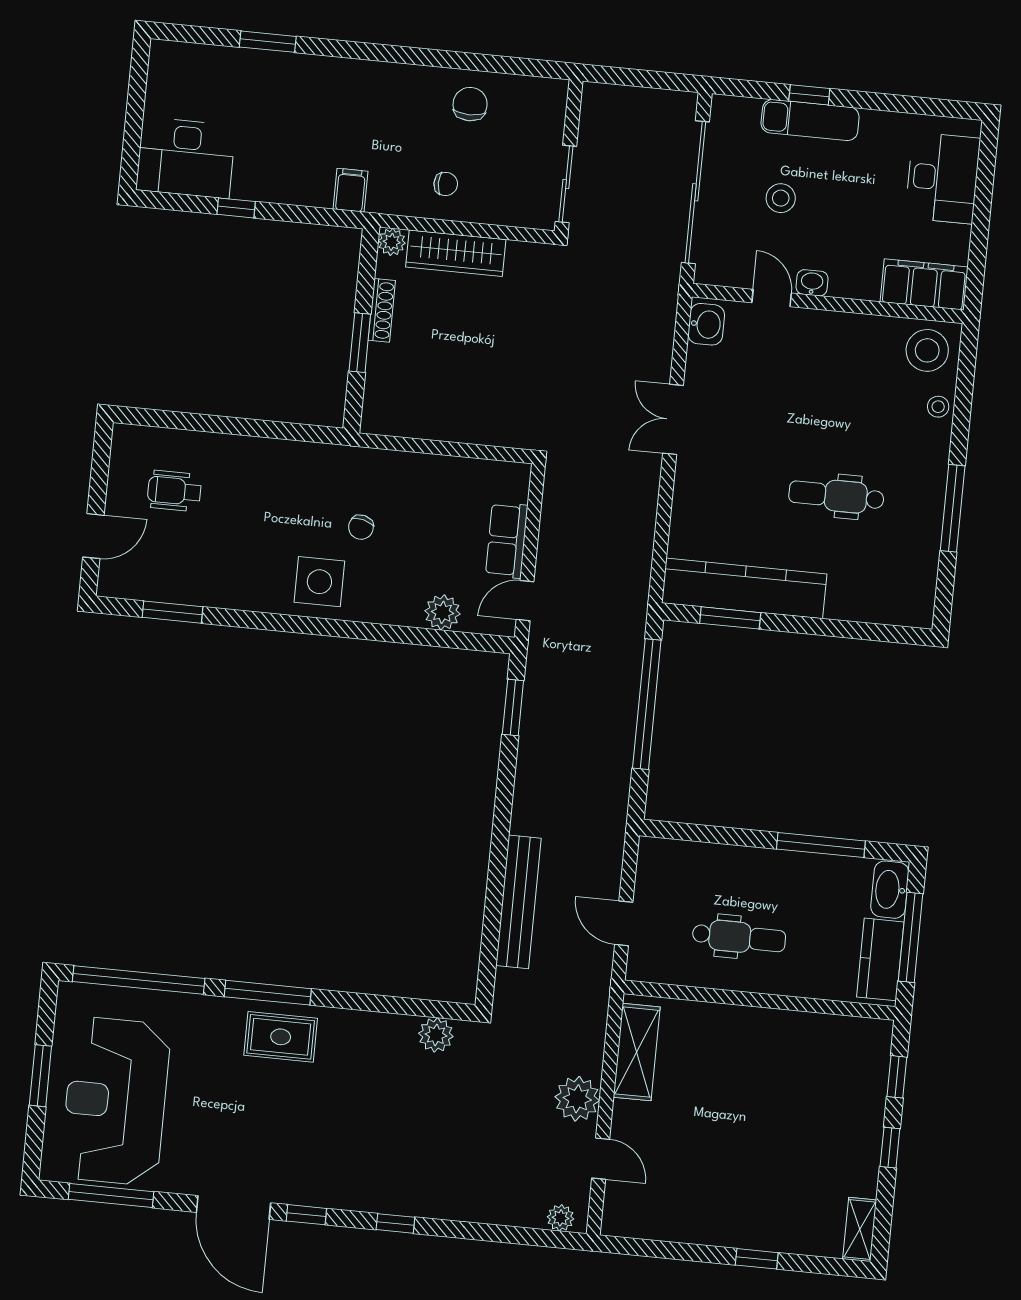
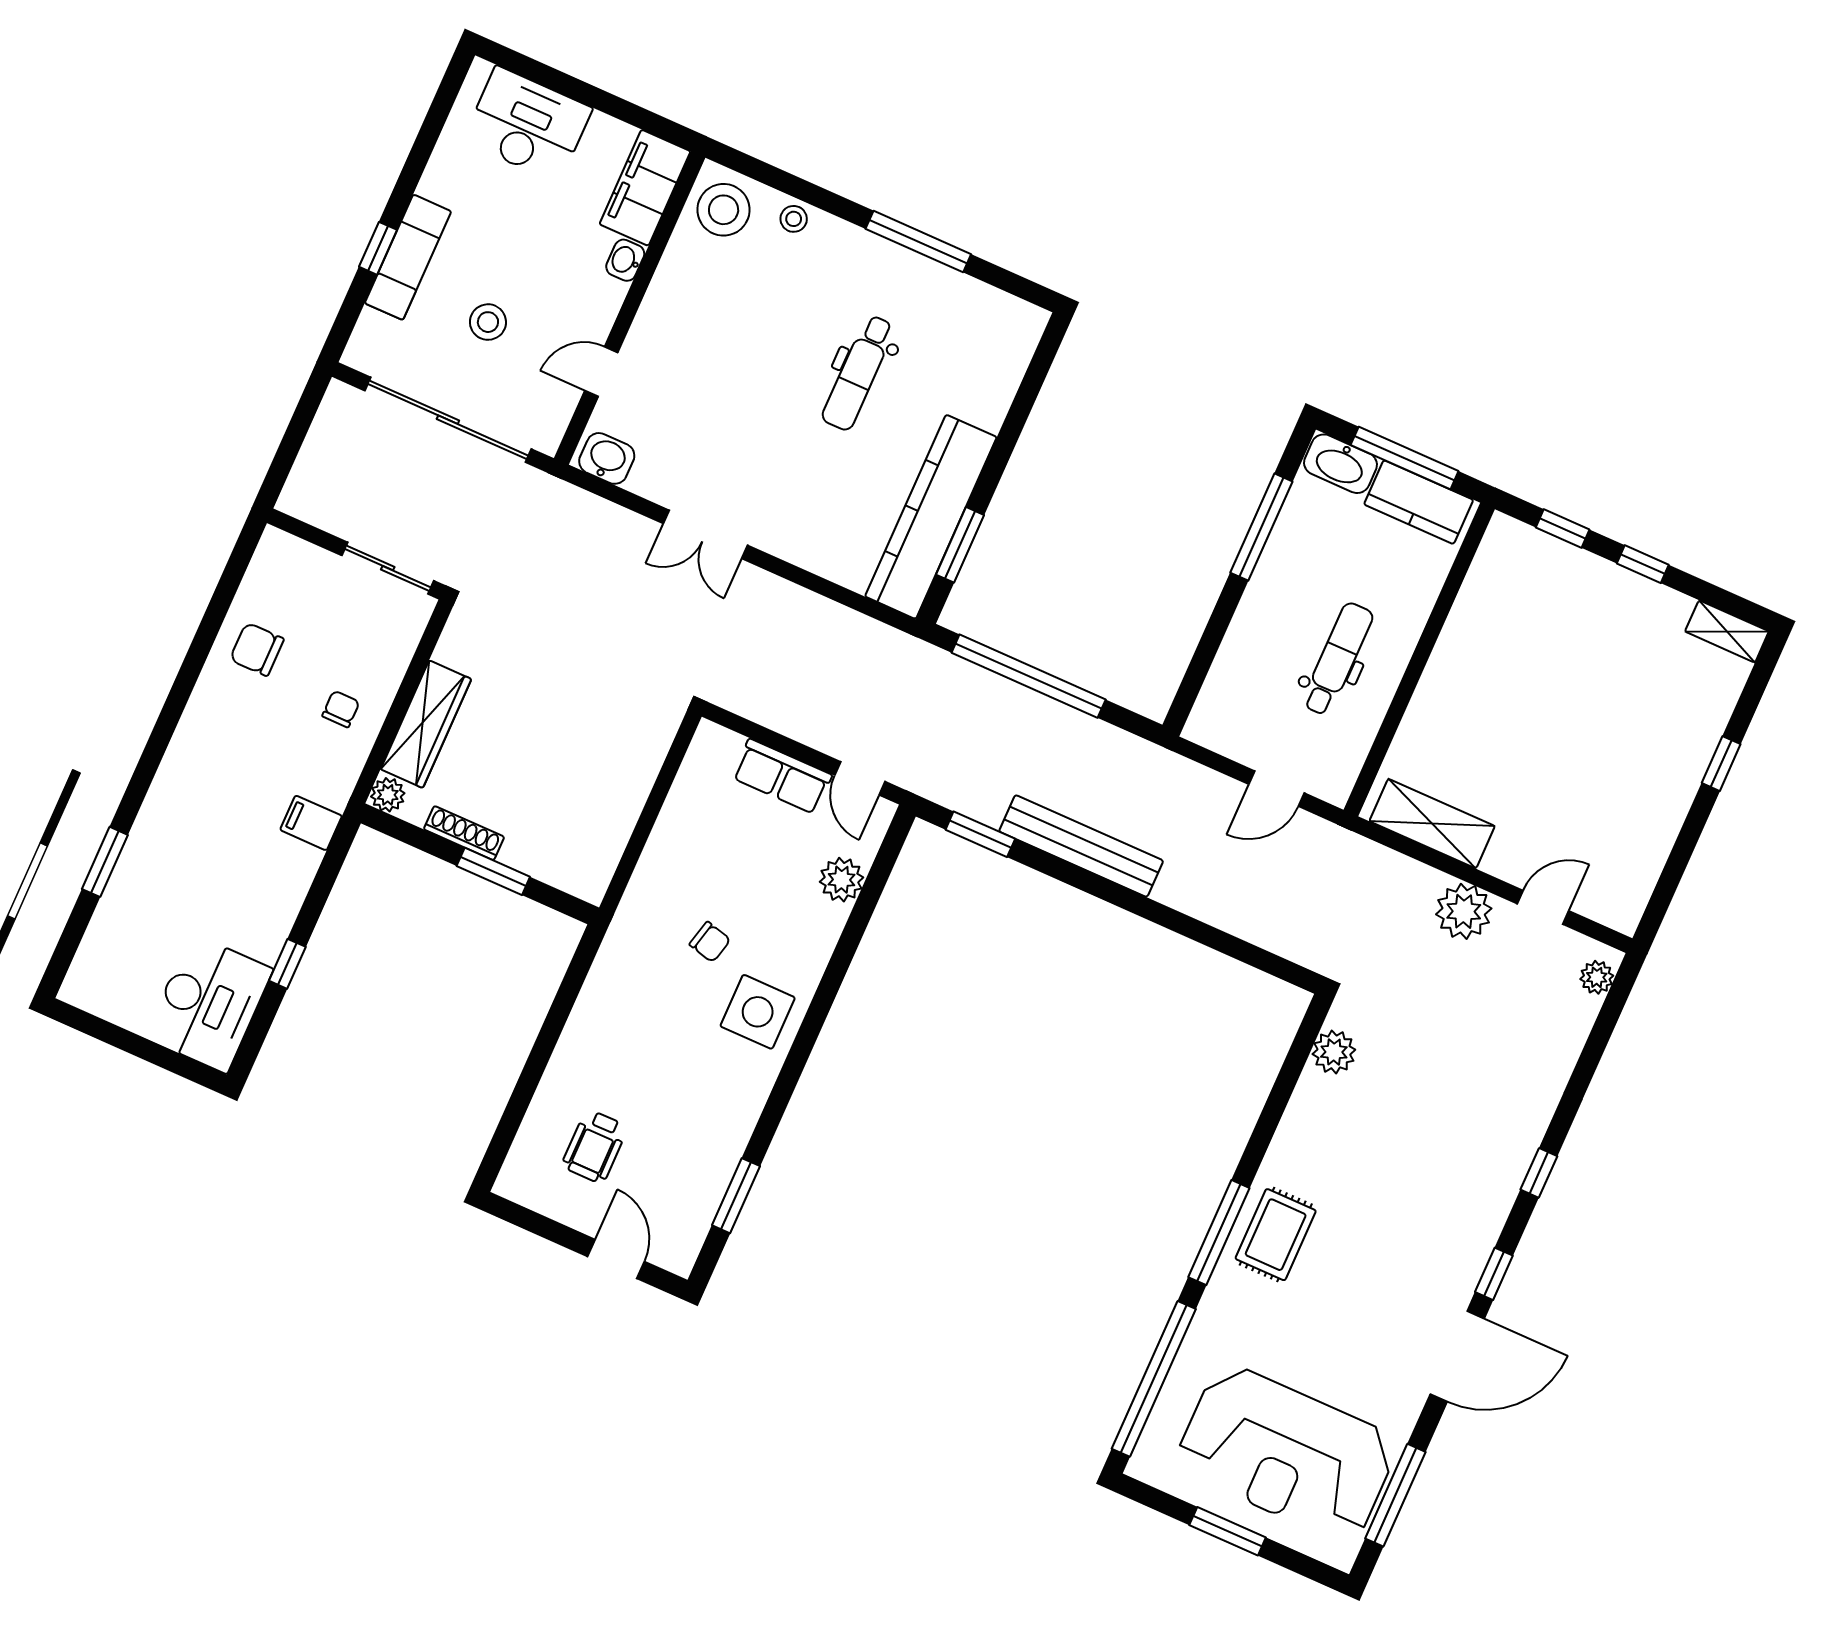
washbasin: (812, 283) -> (625, 260), moved
bench: (518, 902) -> (1081, 846), moved

